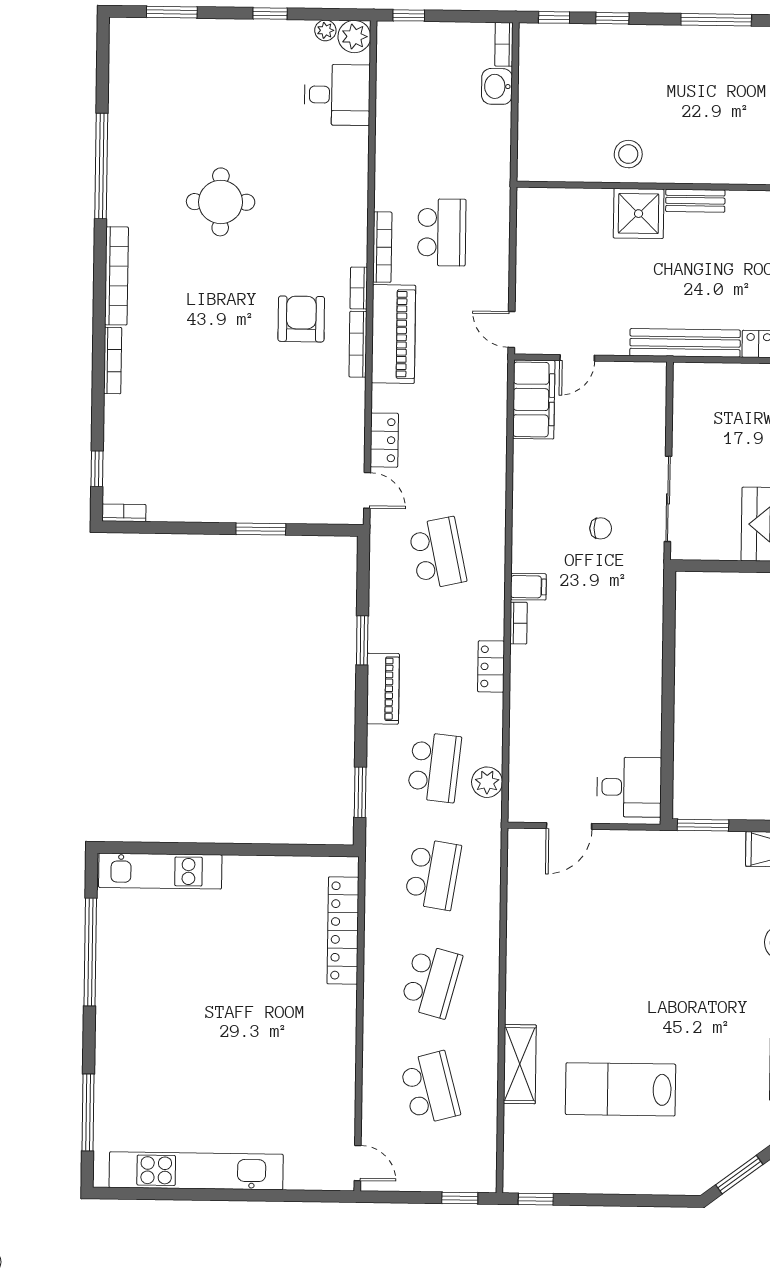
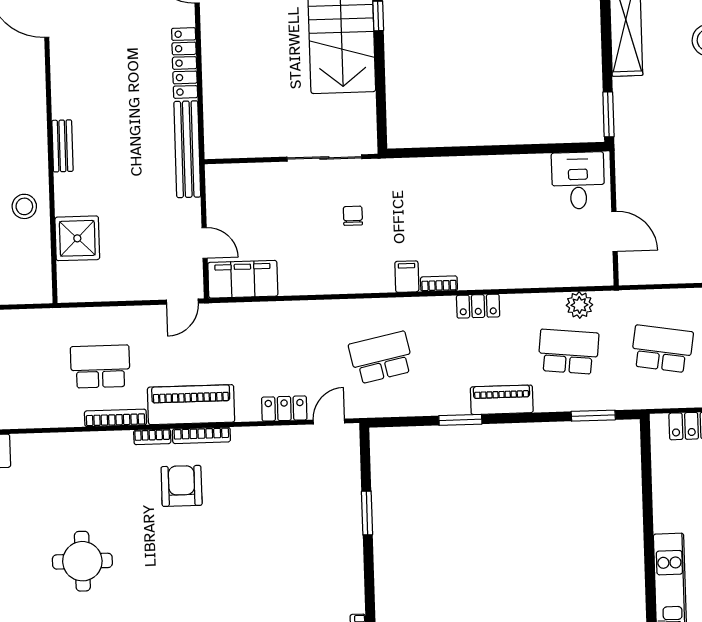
shower: (639, 214) -> (77, 238), moved
armchair: (301, 319) -> (182, 486), turned 90

